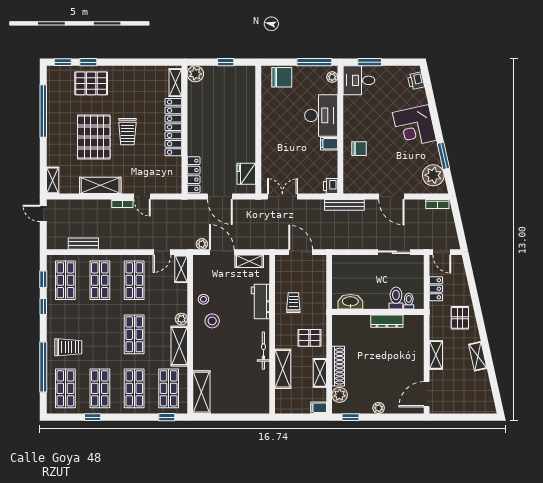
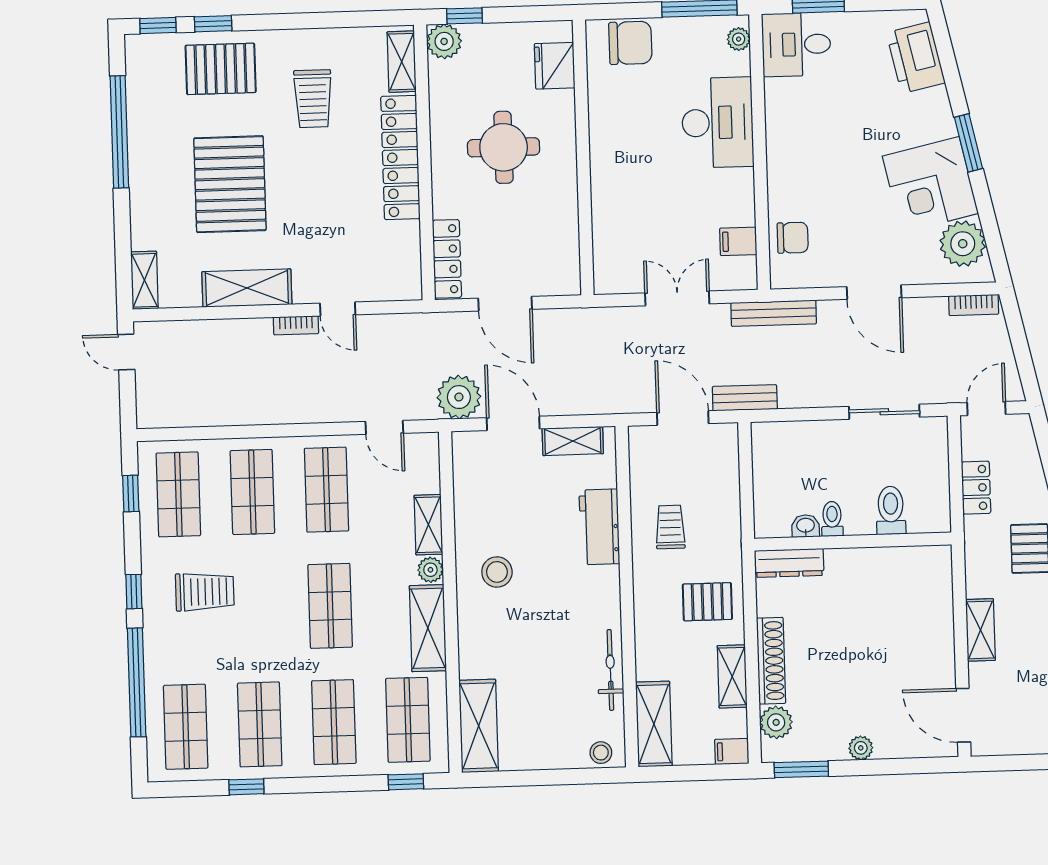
window: (226, 62) -> (464, 16), moved
printer: (416, 81) -> (916, 58), width x1.87, depth x1.48
round table: (221, 124) -> (504, 147), added
corner desk: (414, 126) -> (930, 185), moved
trolley: (127, 132) -> (313, 99), moved
filing cabinet: (329, 144) -> (738, 241), moved
chair: (359, 149) -> (793, 238), moved
window: (443, 156) -> (969, 143), moved
fridge: (246, 174) -> (555, 66), moved
printer: (331, 186) -> (743, 274), removed
double door: (282, 197) -> (677, 298), moved
bench: (83, 244) -> (745, 398), moved
plant: (202, 244) -> (459, 397), width x1.87, depth x1.87
door: (162, 252) -> (384, 427), hinge flipped
door: (442, 252) -> (986, 408), swing flipped
shelving: (181, 269) -> (428, 525), moved
stool: (203, 299) -> (601, 753), moved
toilet: (409, 301) -> (832, 519), moved
washbasin: (350, 302) -> (806, 526), width x0.52, depth x0.69
window: (43, 307) -> (134, 592), moved
dresser: (387, 321) -> (789, 563), moved
trolley: (68, 347) -> (205, 592), moved
bicycle: (263, 351) -> (610, 670), moved
shelving: (283, 369) -> (654, 724), moved
door: (427, 394) -> (963, 715), hinge flipped
window: (351, 417) -> (801, 769), width x1.50

